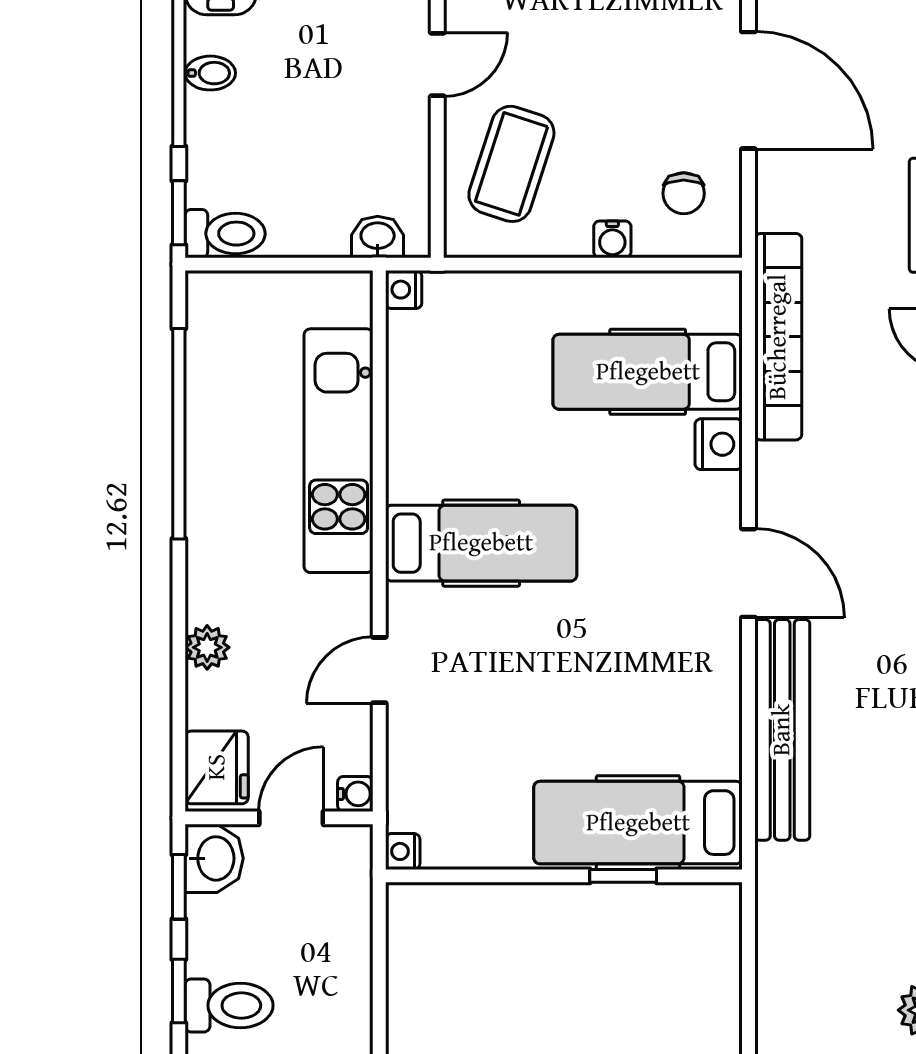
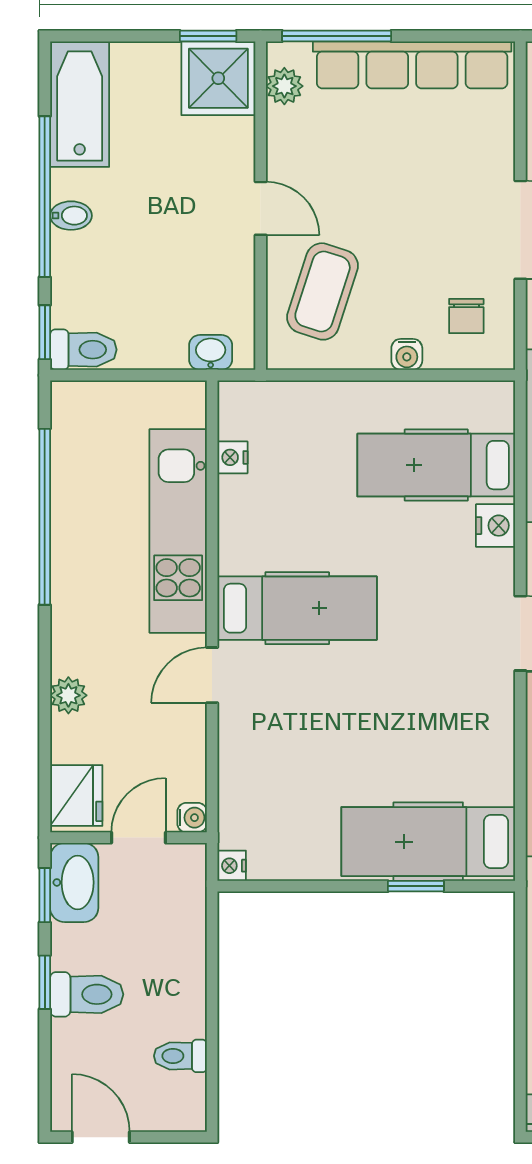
door: (437, 64) -> (261, 208), hinge flipped
nightstand: (404, 290) -> (232, 457), moved
door: (379, 670) -> (212, 675), moved
washbasin: (214, 858) -> (74, 882), width x1.38

